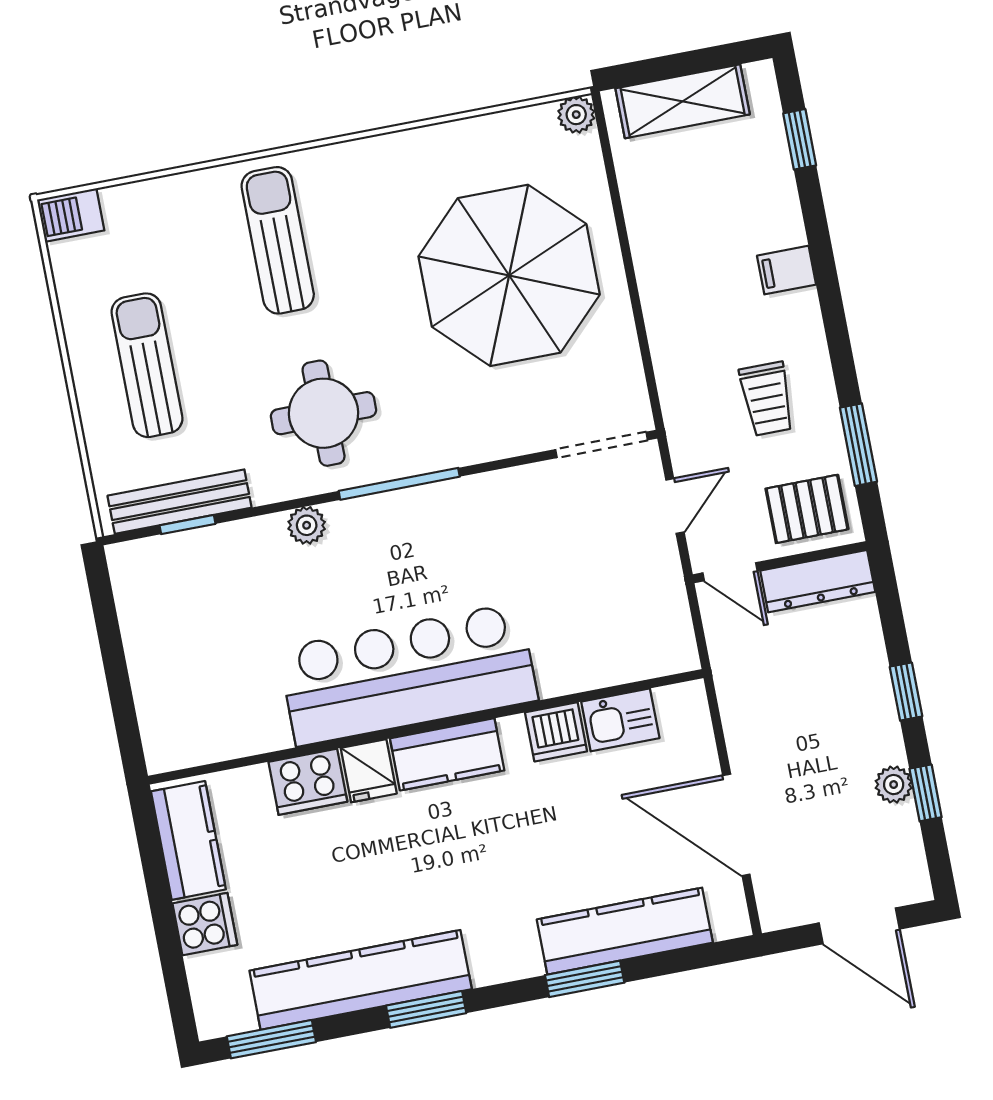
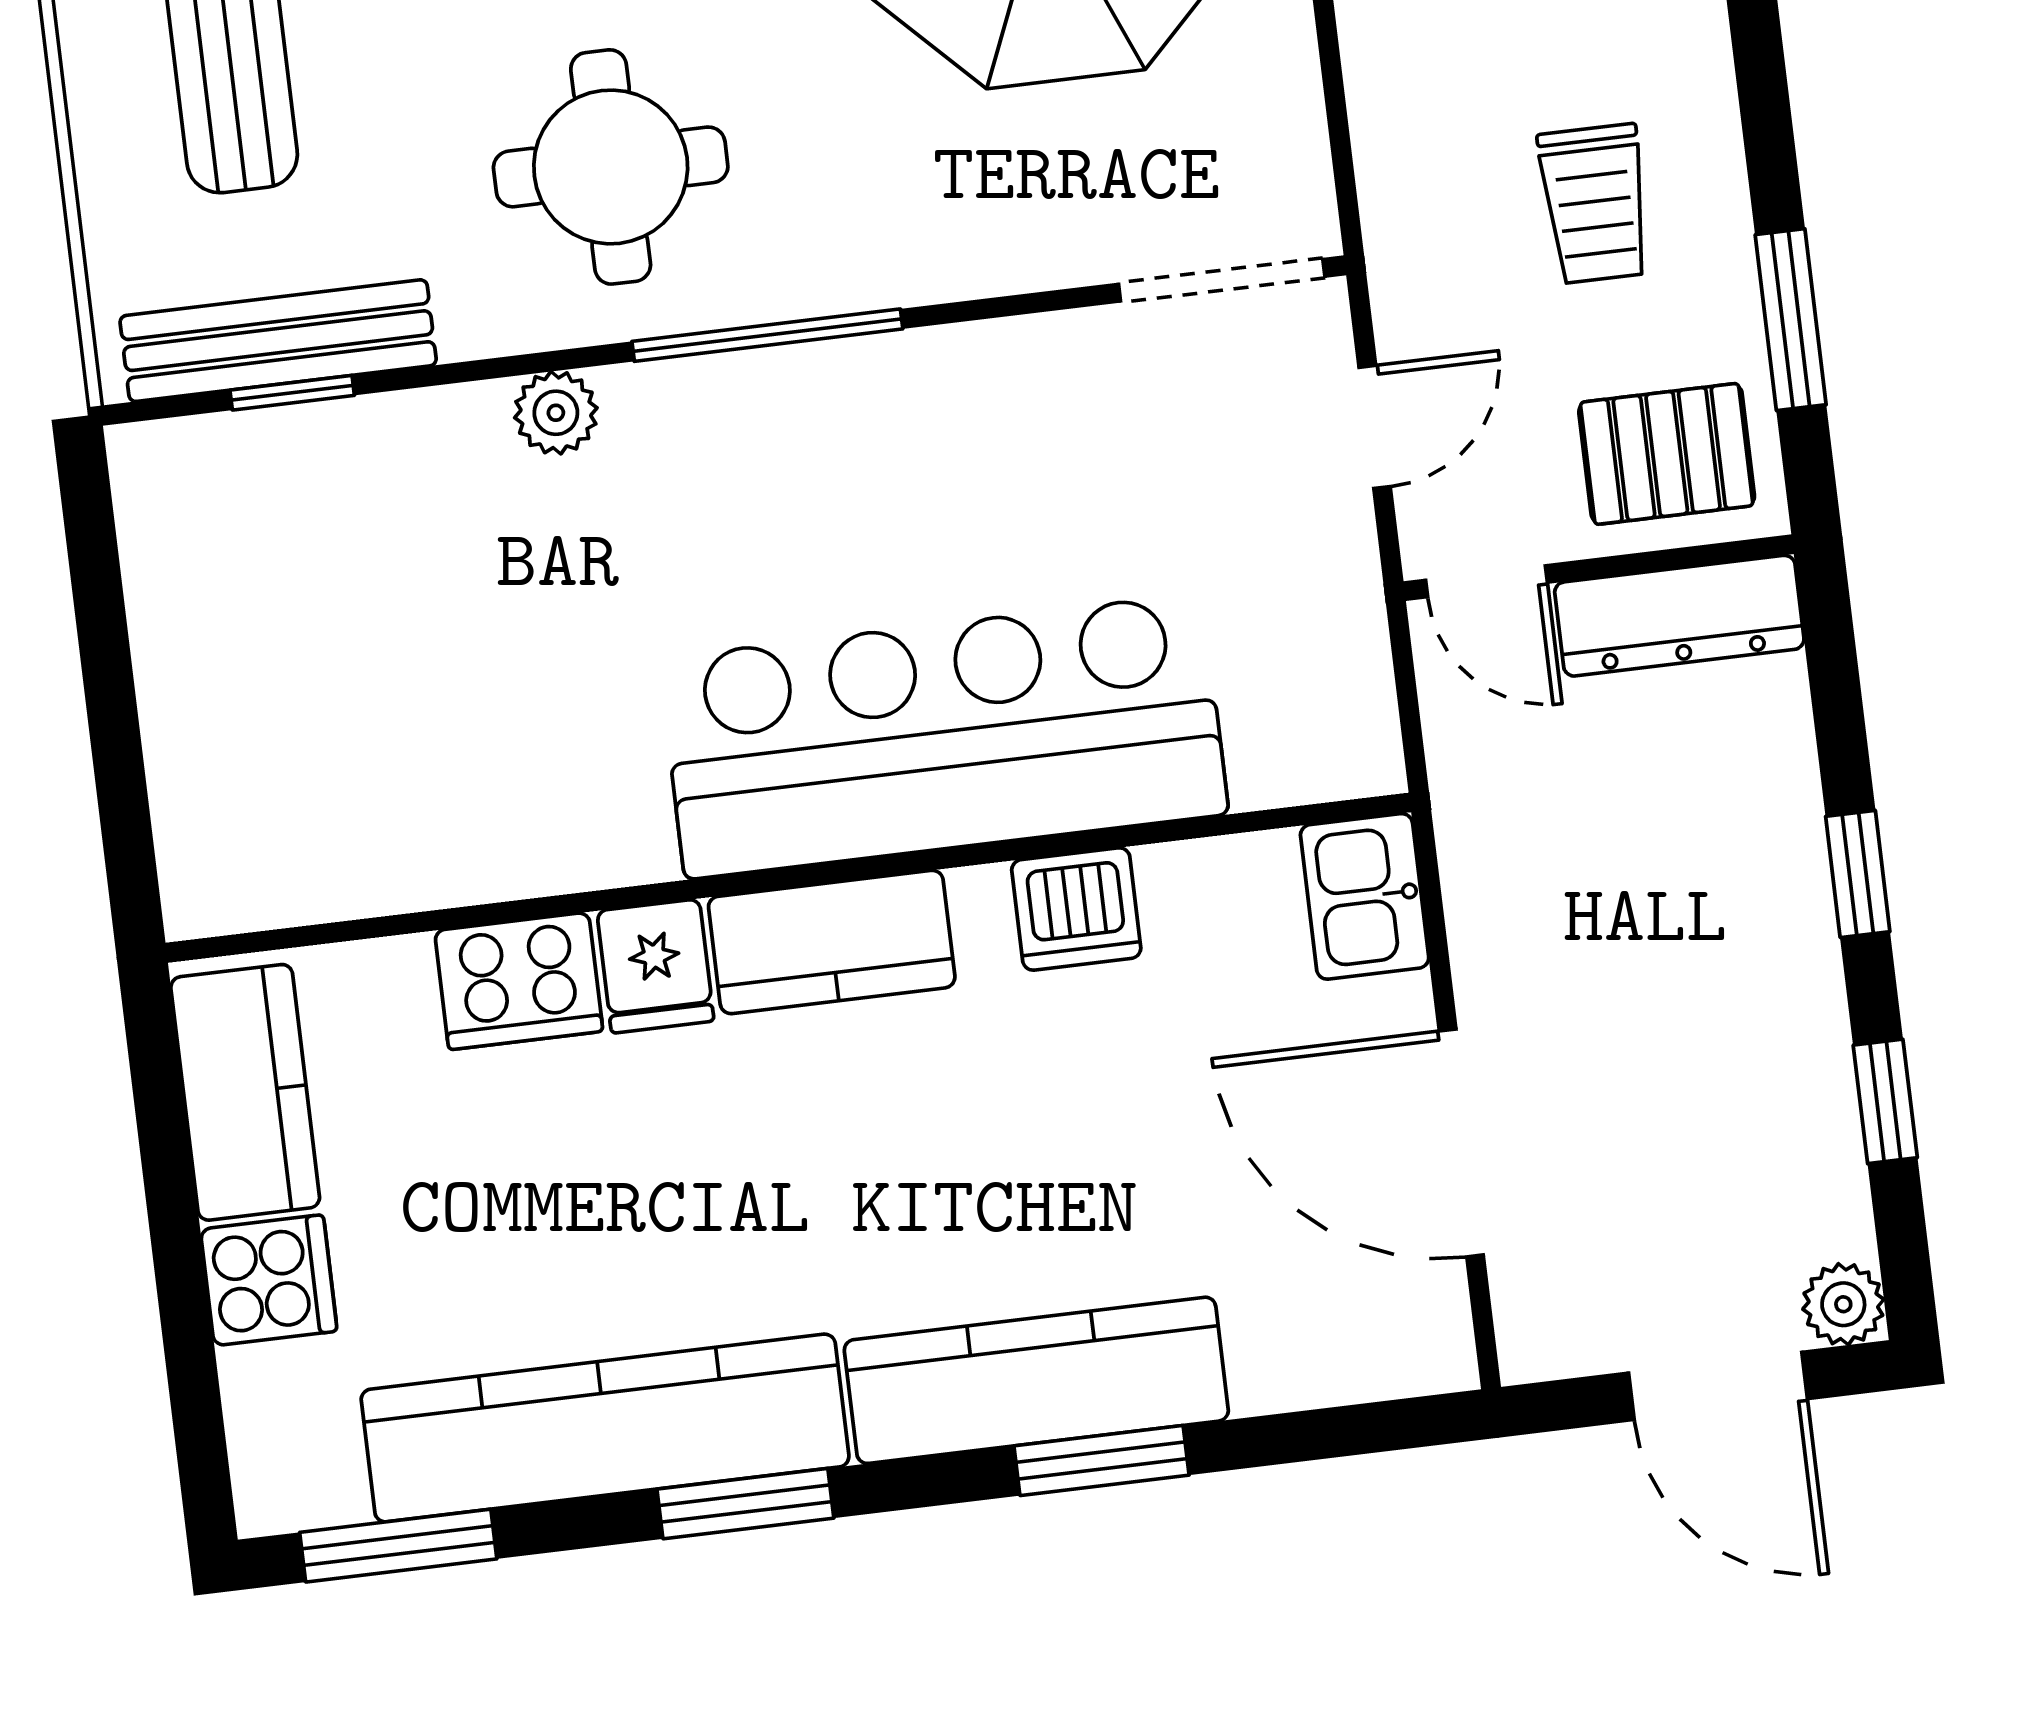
bar counter: (408, 674) -> (944, 736), moved
kitchen sink: (620, 720) -> (1365, 896), moved, turned 90
plant: (894, 785) -> (1843, 1304), moved
kitchen counter: (625, 931) -> (1036, 1380), moved

